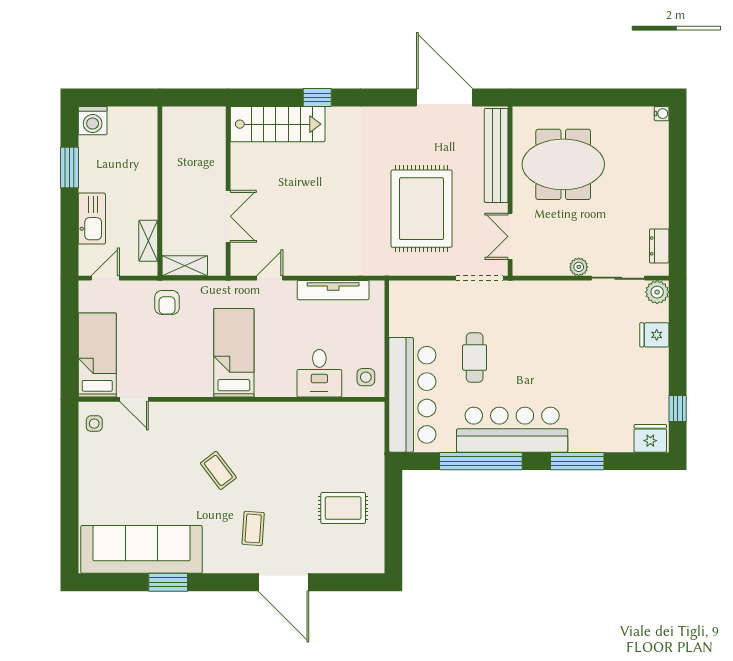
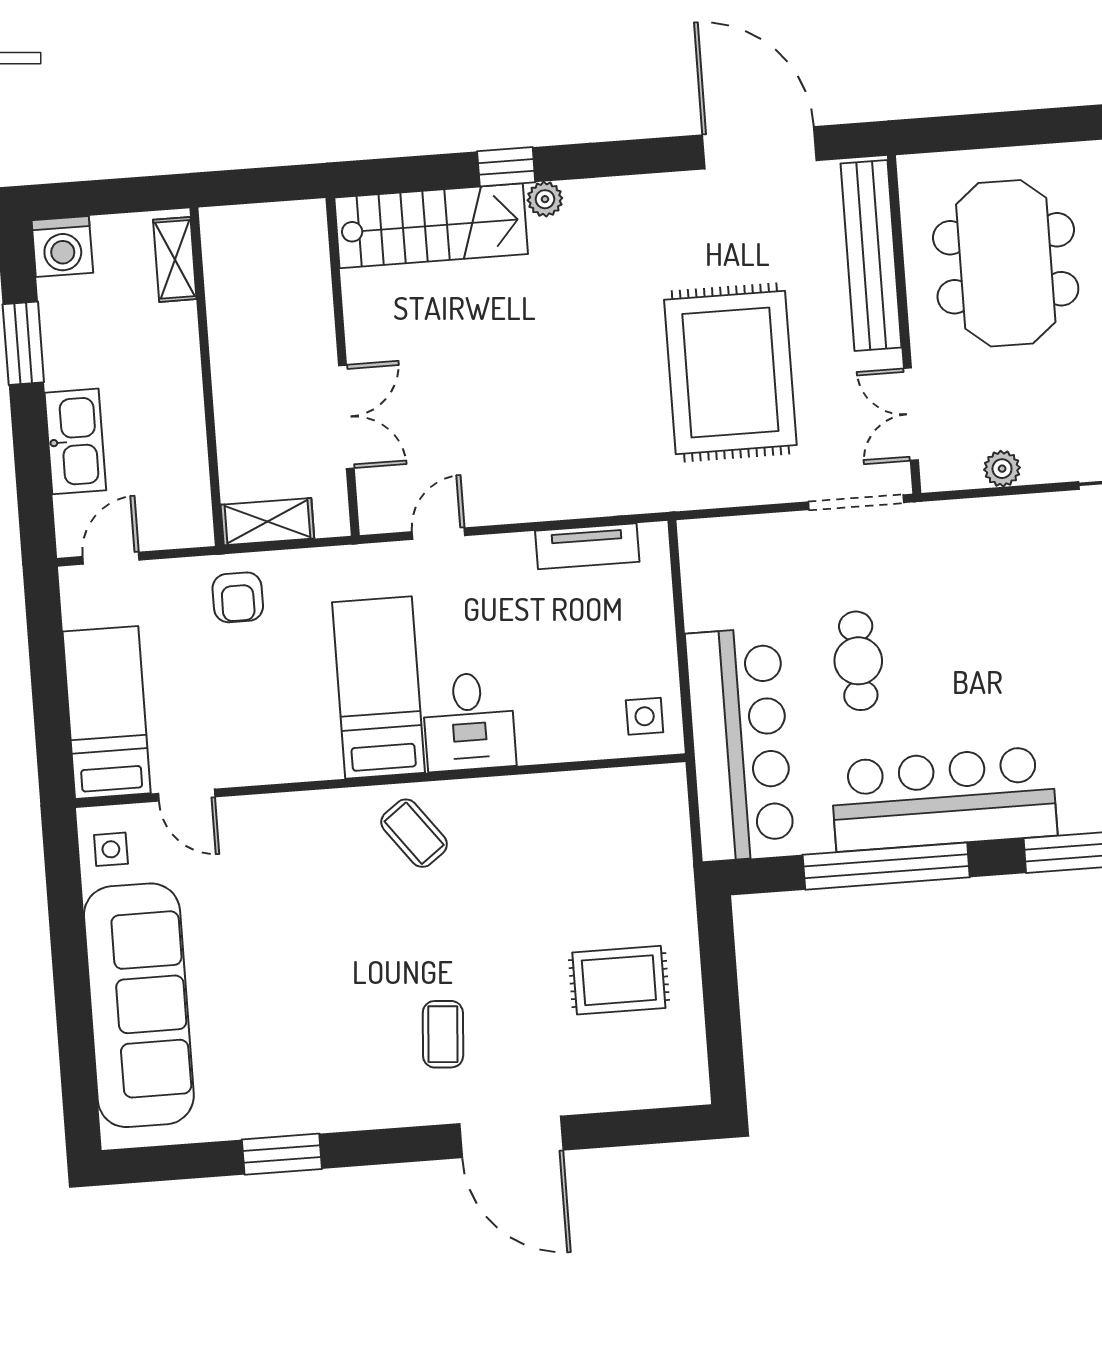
plant: (335, 115) -> (545, 199), added
meeting table: (563, 164) -> (1006, 263), turned 90
shelving: (148, 241) -> (175, 259), moved
plant: (579, 267) -> (1002, 469), moved
tv unit: (333, 290) -> (587, 546), width x0.71
desk: (319, 373) -> (469, 722), moved
coffee table: (218, 470) -> (414, 833), moved
sofa: (142, 549) -> (139, 1005), moved, turned 90

